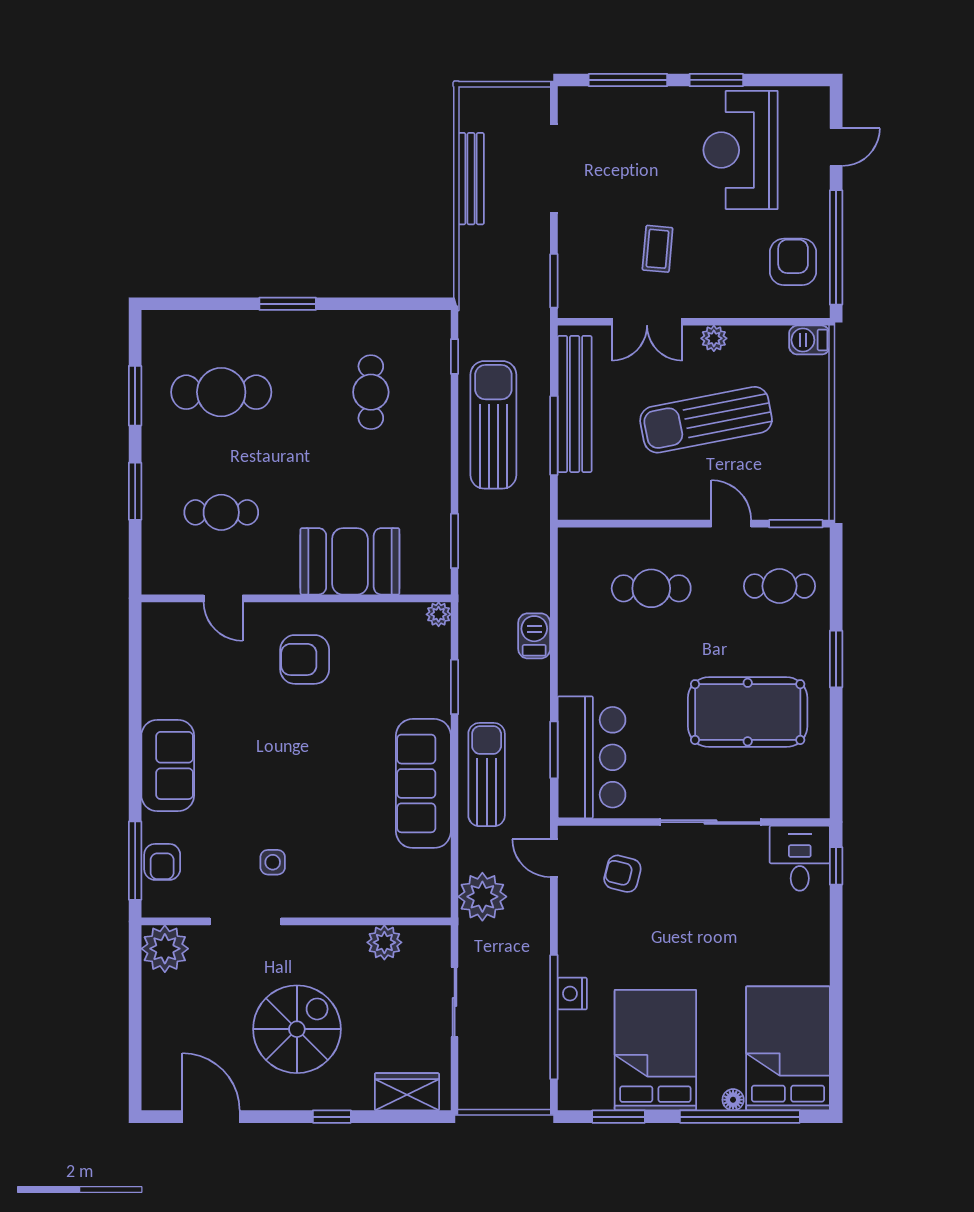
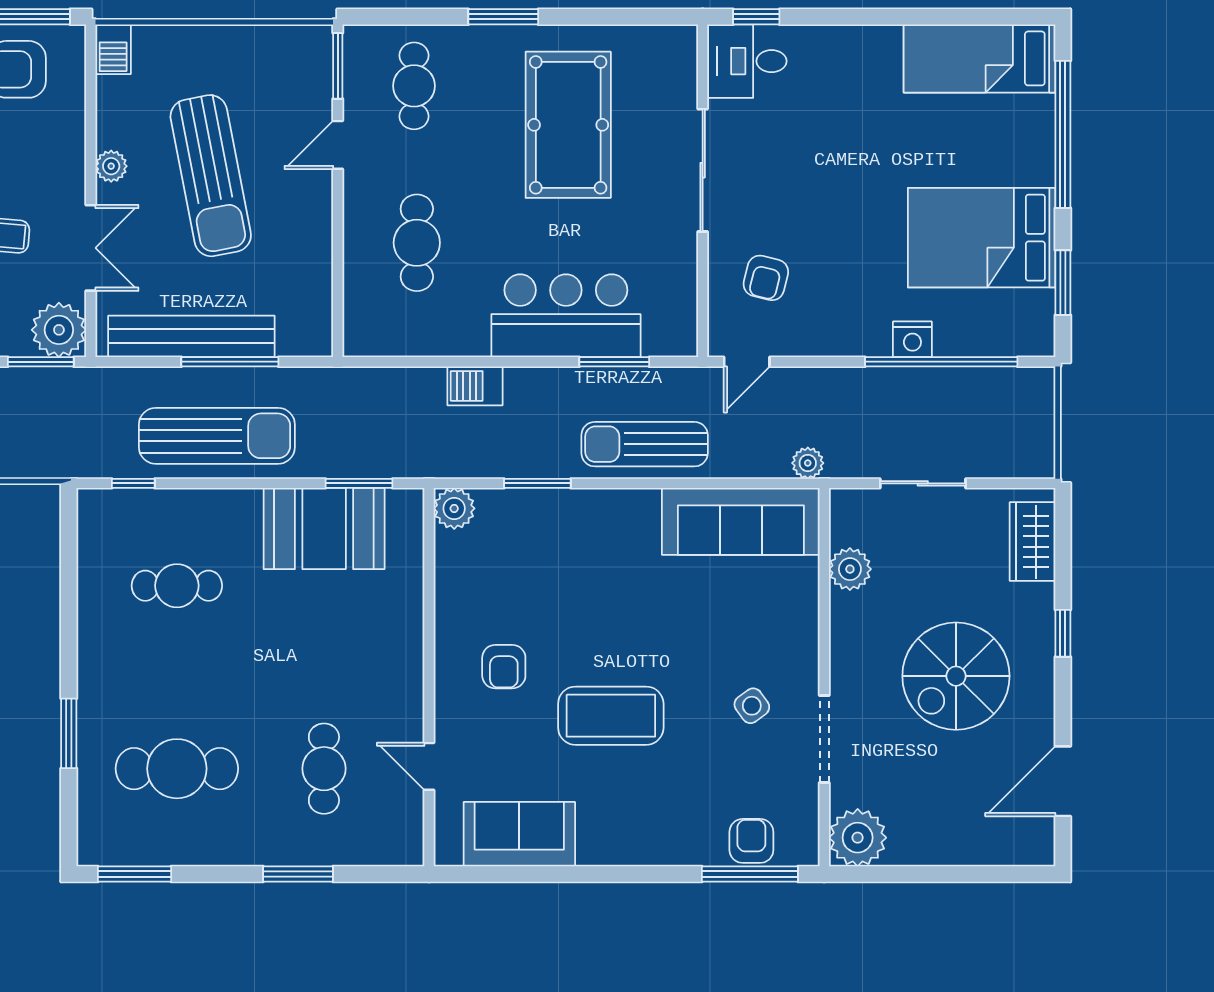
plant: (580, 296) -> (59, 330), added
window: (288, 304) -> (69, 733), moved
cafe table: (221, 392) -> (177, 769), turned 90
window: (135, 396) -> (135, 874), moved
sun lounger: (493, 425) -> (217, 436), turned 180
booth: (350, 561) -> (324, 529), moved, turned 90
door: (223, 598) -> (429, 766), swing flipped
plant: (439, 614) -> (454, 508), width x1.38, depth x1.38
armchair: (305, 659) -> (504, 667), width x0.72, depth x0.72
coffee table: (265, 747) -> (611, 716), added
bar counter: (592, 757) -> (566, 316), moved
sofa: (168, 765) -> (519, 834), moved
sofa: (423, 783) -> (741, 521), moved
armchair: (162, 862) -> (751, 841), turned -90
side table: (273, 862) -> (752, 706), turned -36
plant: (482, 897) -> (808, 463), width x0.53, depth x0.53
spiral stairs: (297, 1029) -> (956, 676), turned -90
bed: (788, 1048) -> (979, 58), width x0.67
floor lamp: (733, 1100) -> (1042, 143), removed

